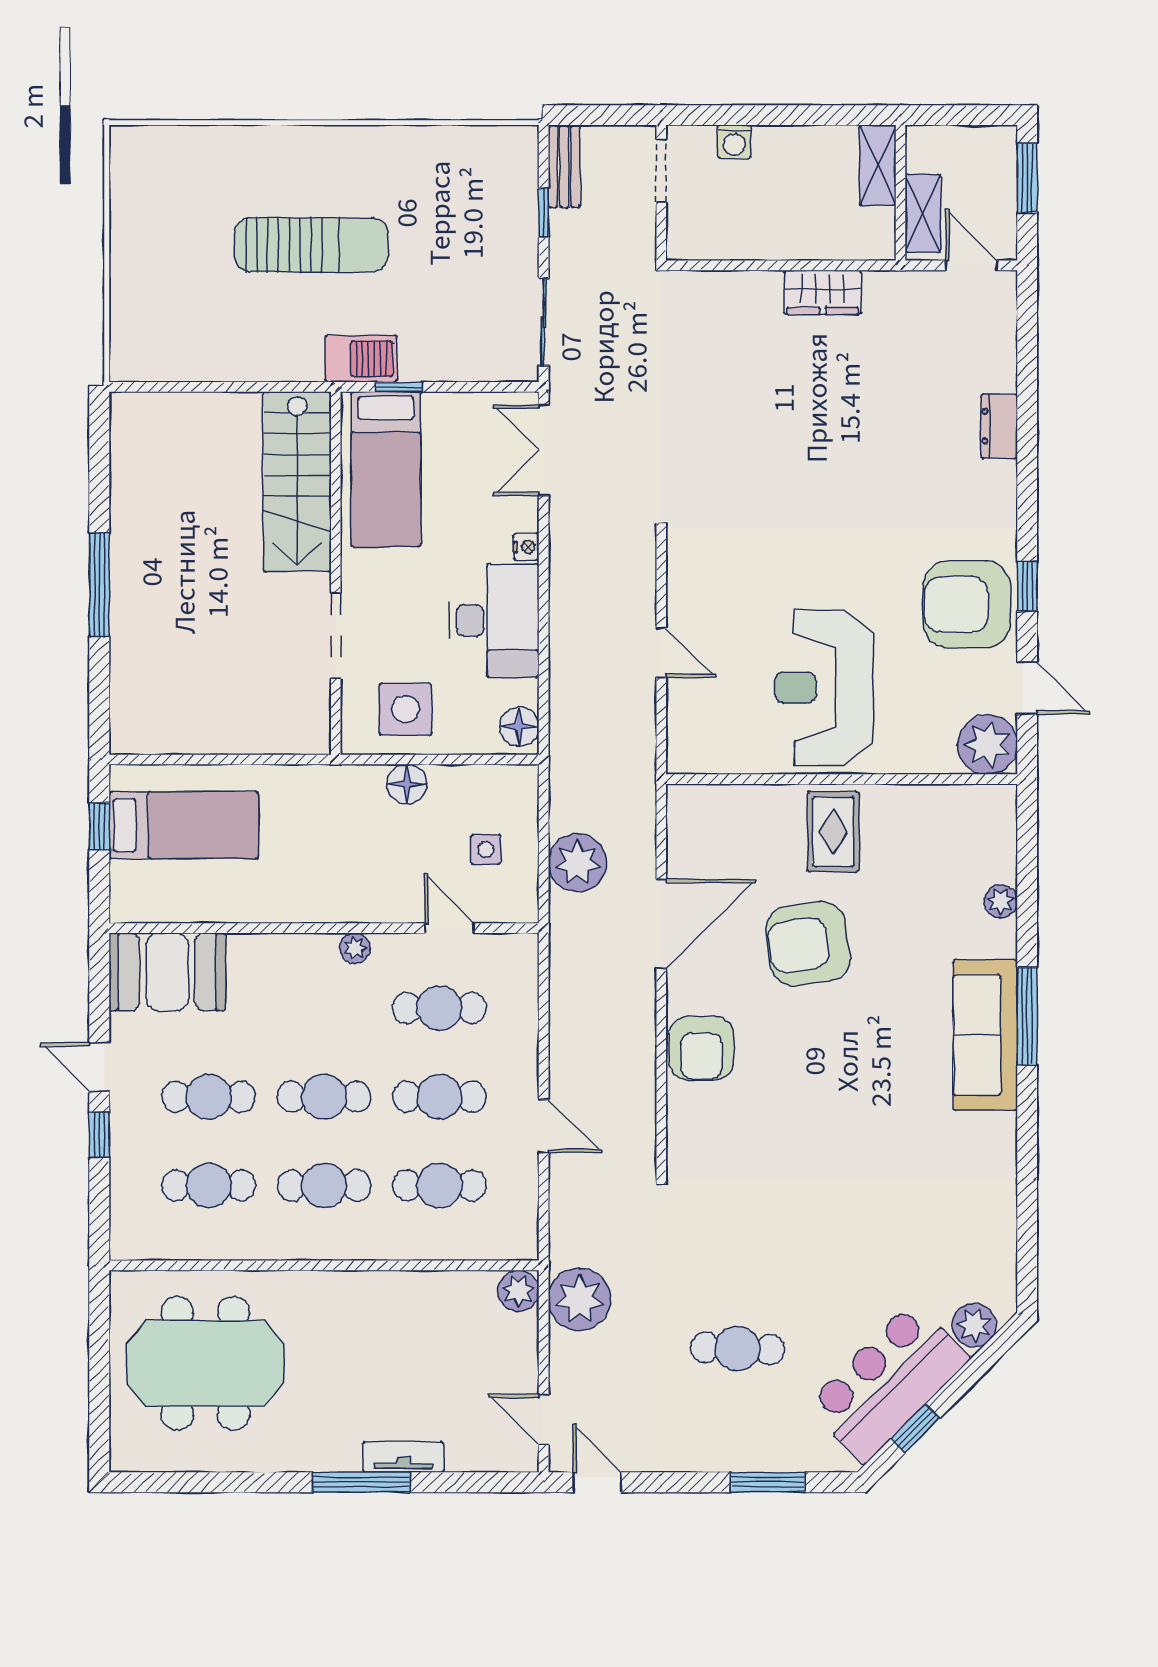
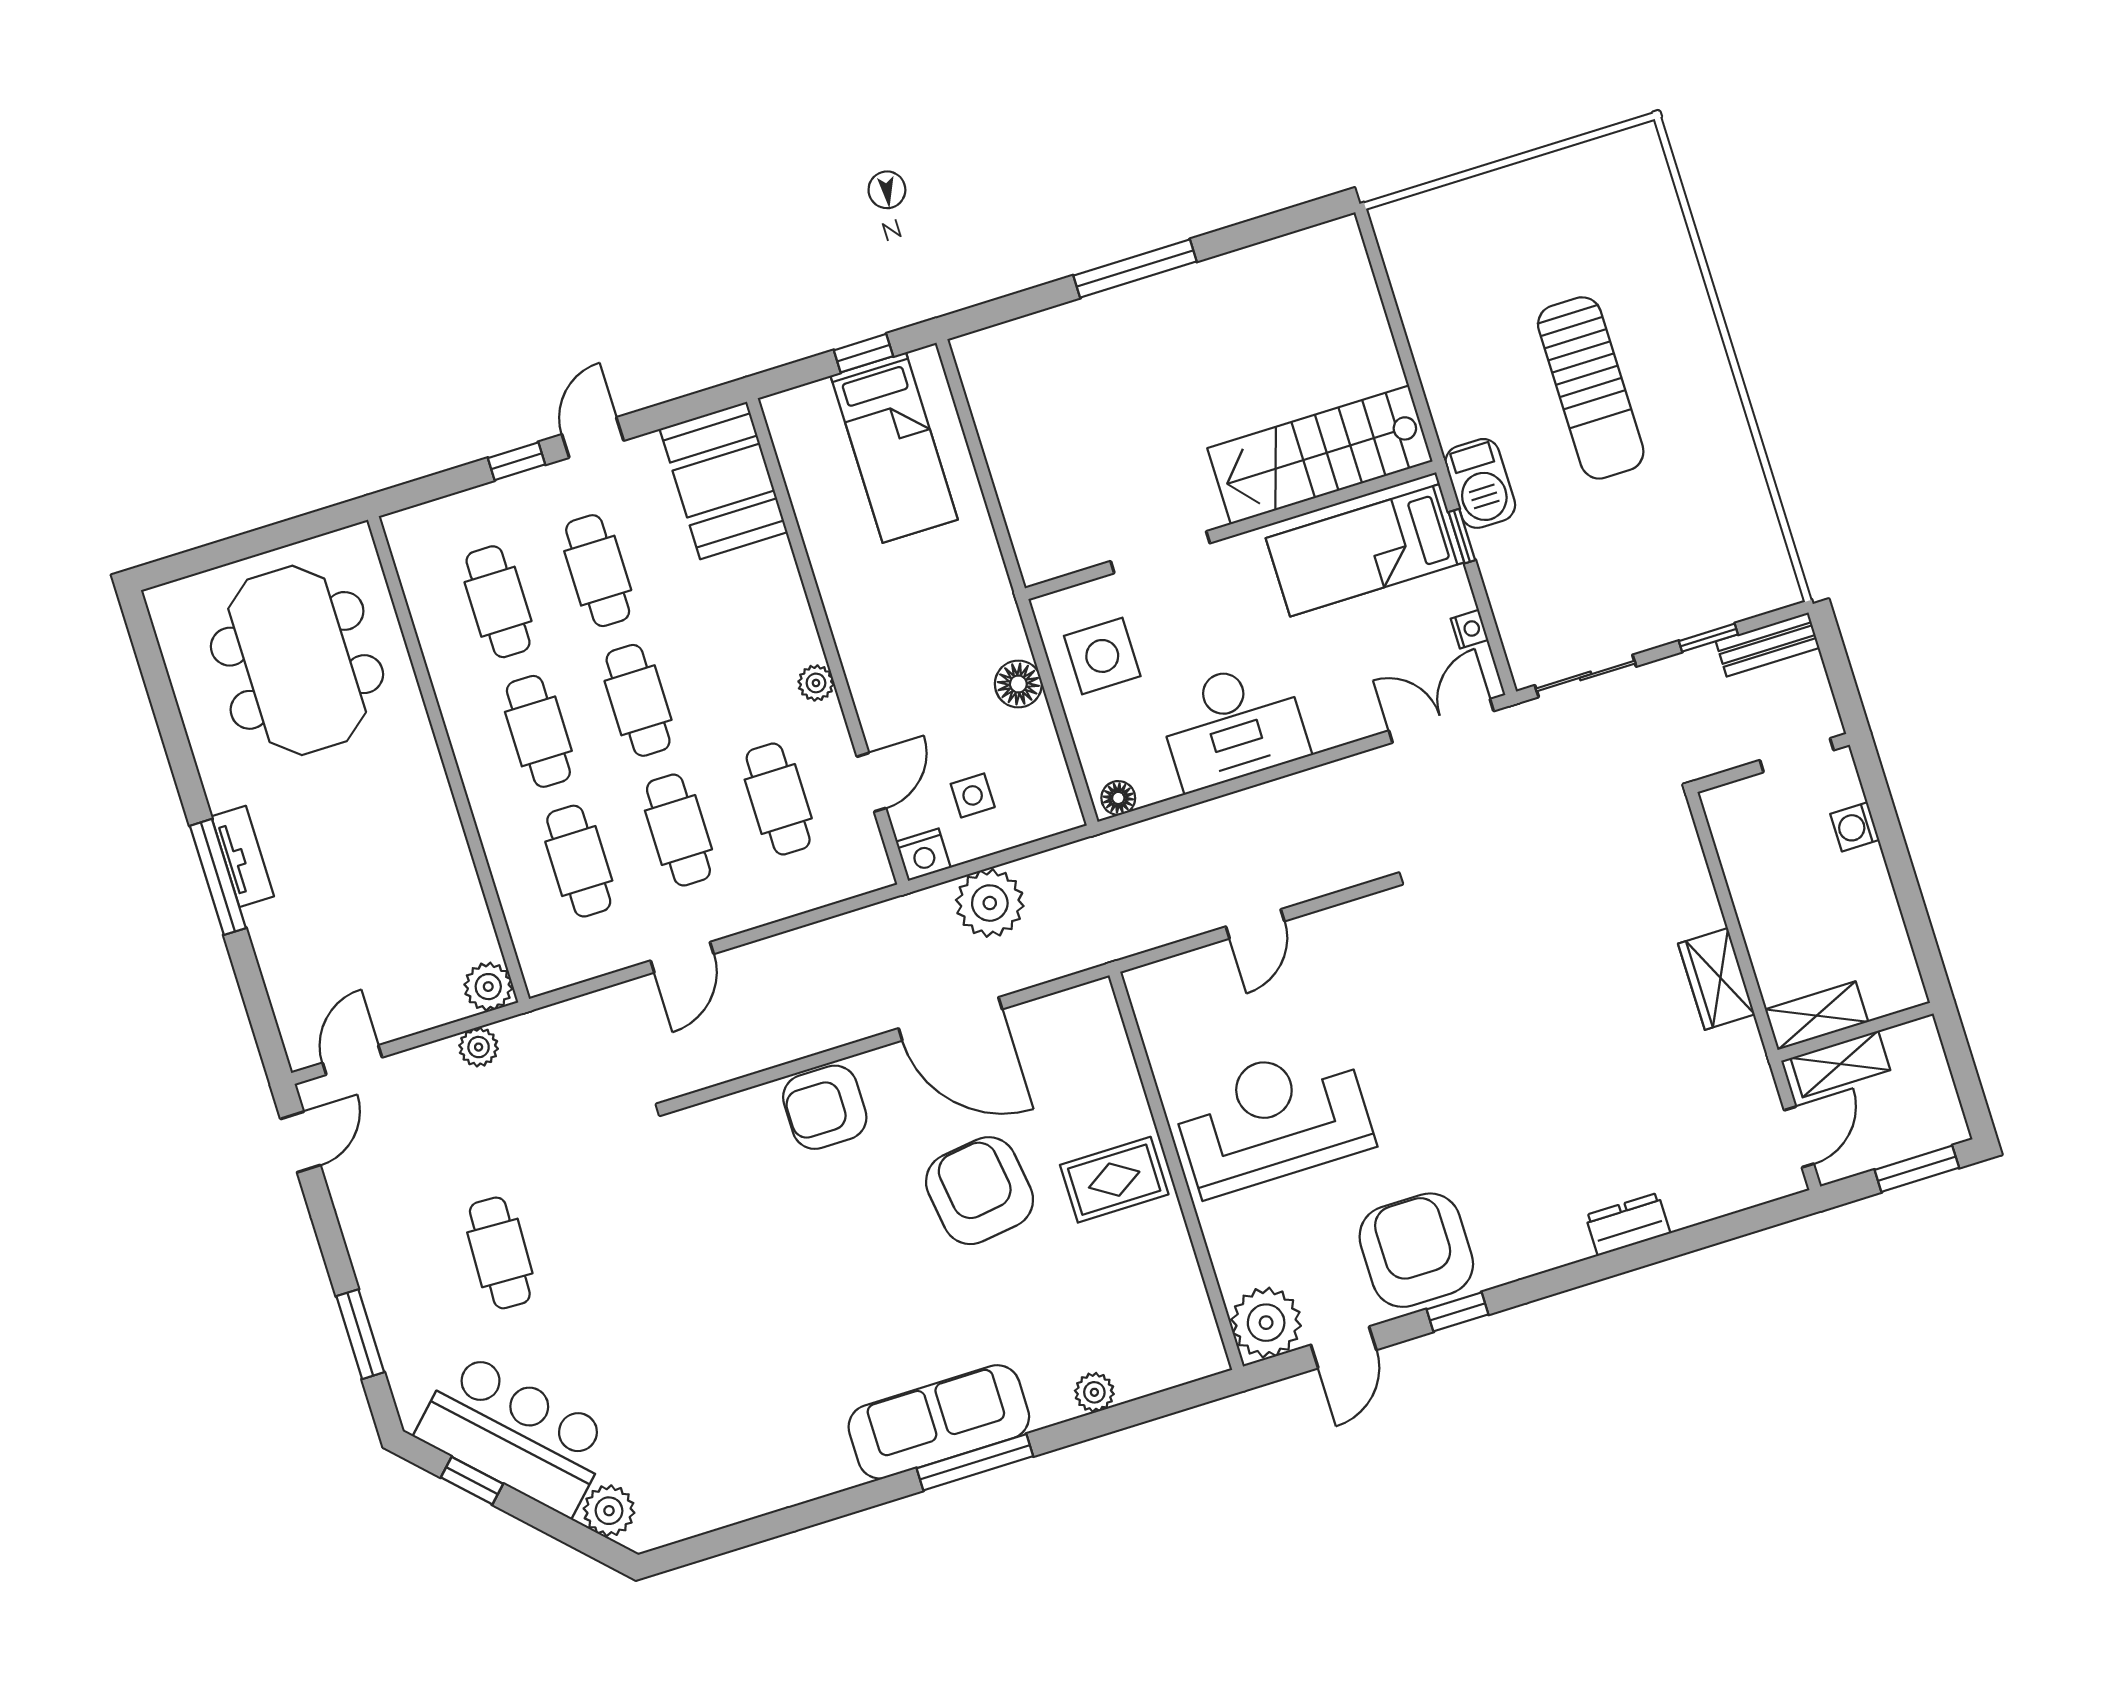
shelving: (878, 165) -> (1817, 1016), moved
nightstand: (526, 547) -> (1469, 629), moved, turned -90
floor lamp: (519, 727) -> (1118, 798), width x0.73, depth x0.73
nightstand: (521, 904) -> (923, 855), added
plant: (580, 1299) -> (479, 1047), width x0.53, depth x0.53
tv unit: (403, 1457) -> (243, 856), moved

